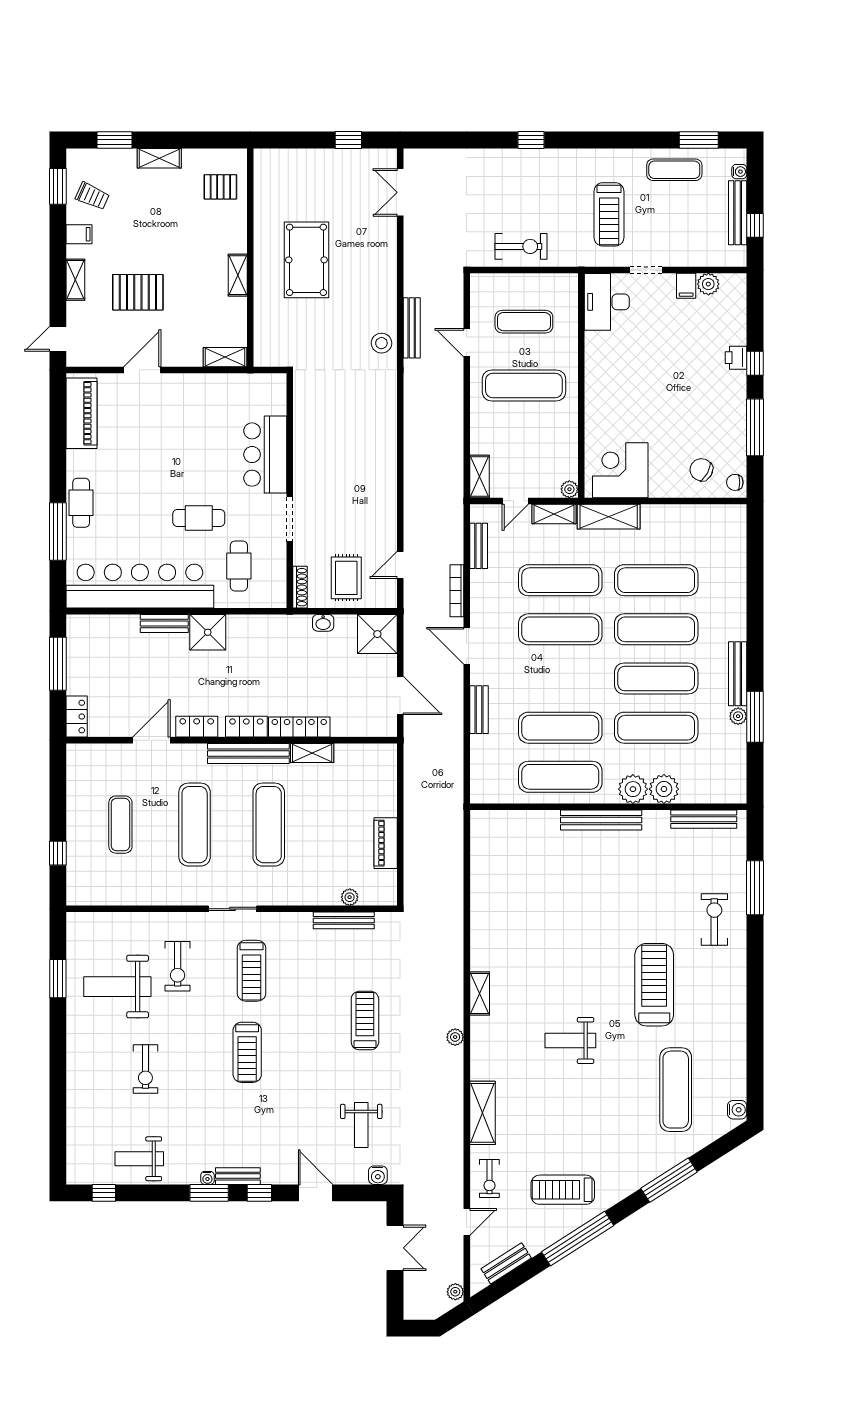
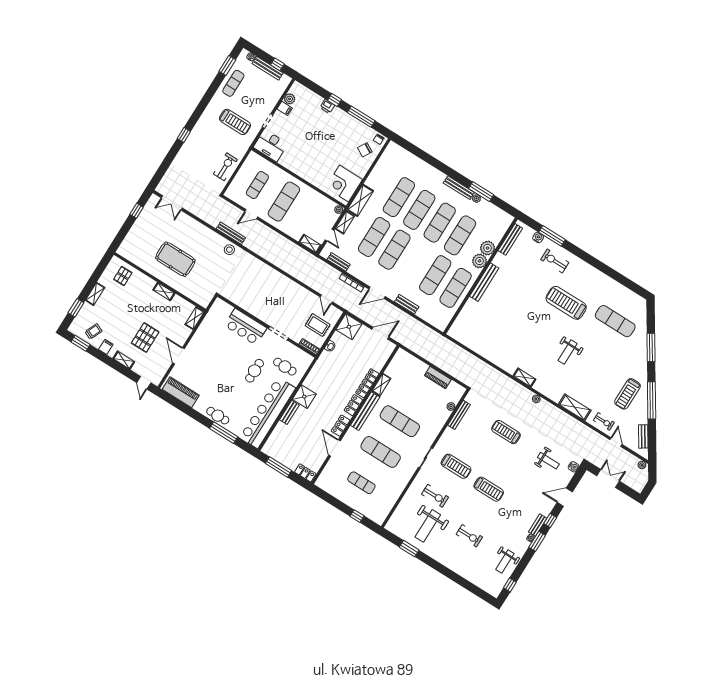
water cooler: (737, 1110) -> (538, 237), moved

